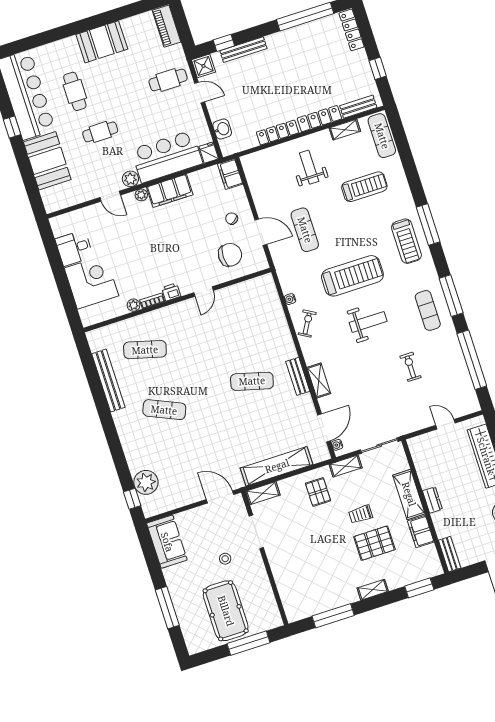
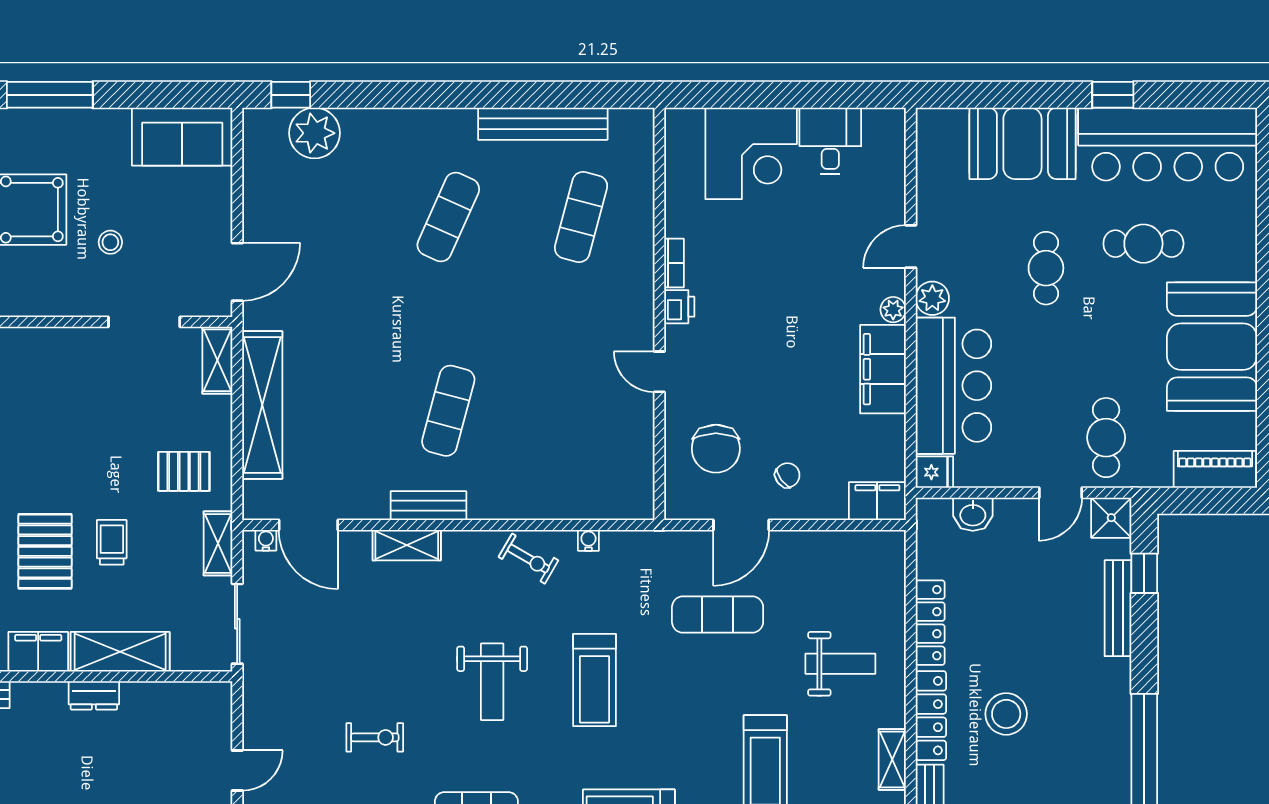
booth: (102, 42) -> (1212, 347), width x1.36, depth x1.42
stool: (308, 85) -> (1006, 714), added
treadmill: (352, 276) -> (595, 680), width x0.73, depth x0.73
plant: (134, 305) -> (677, 223), removed

